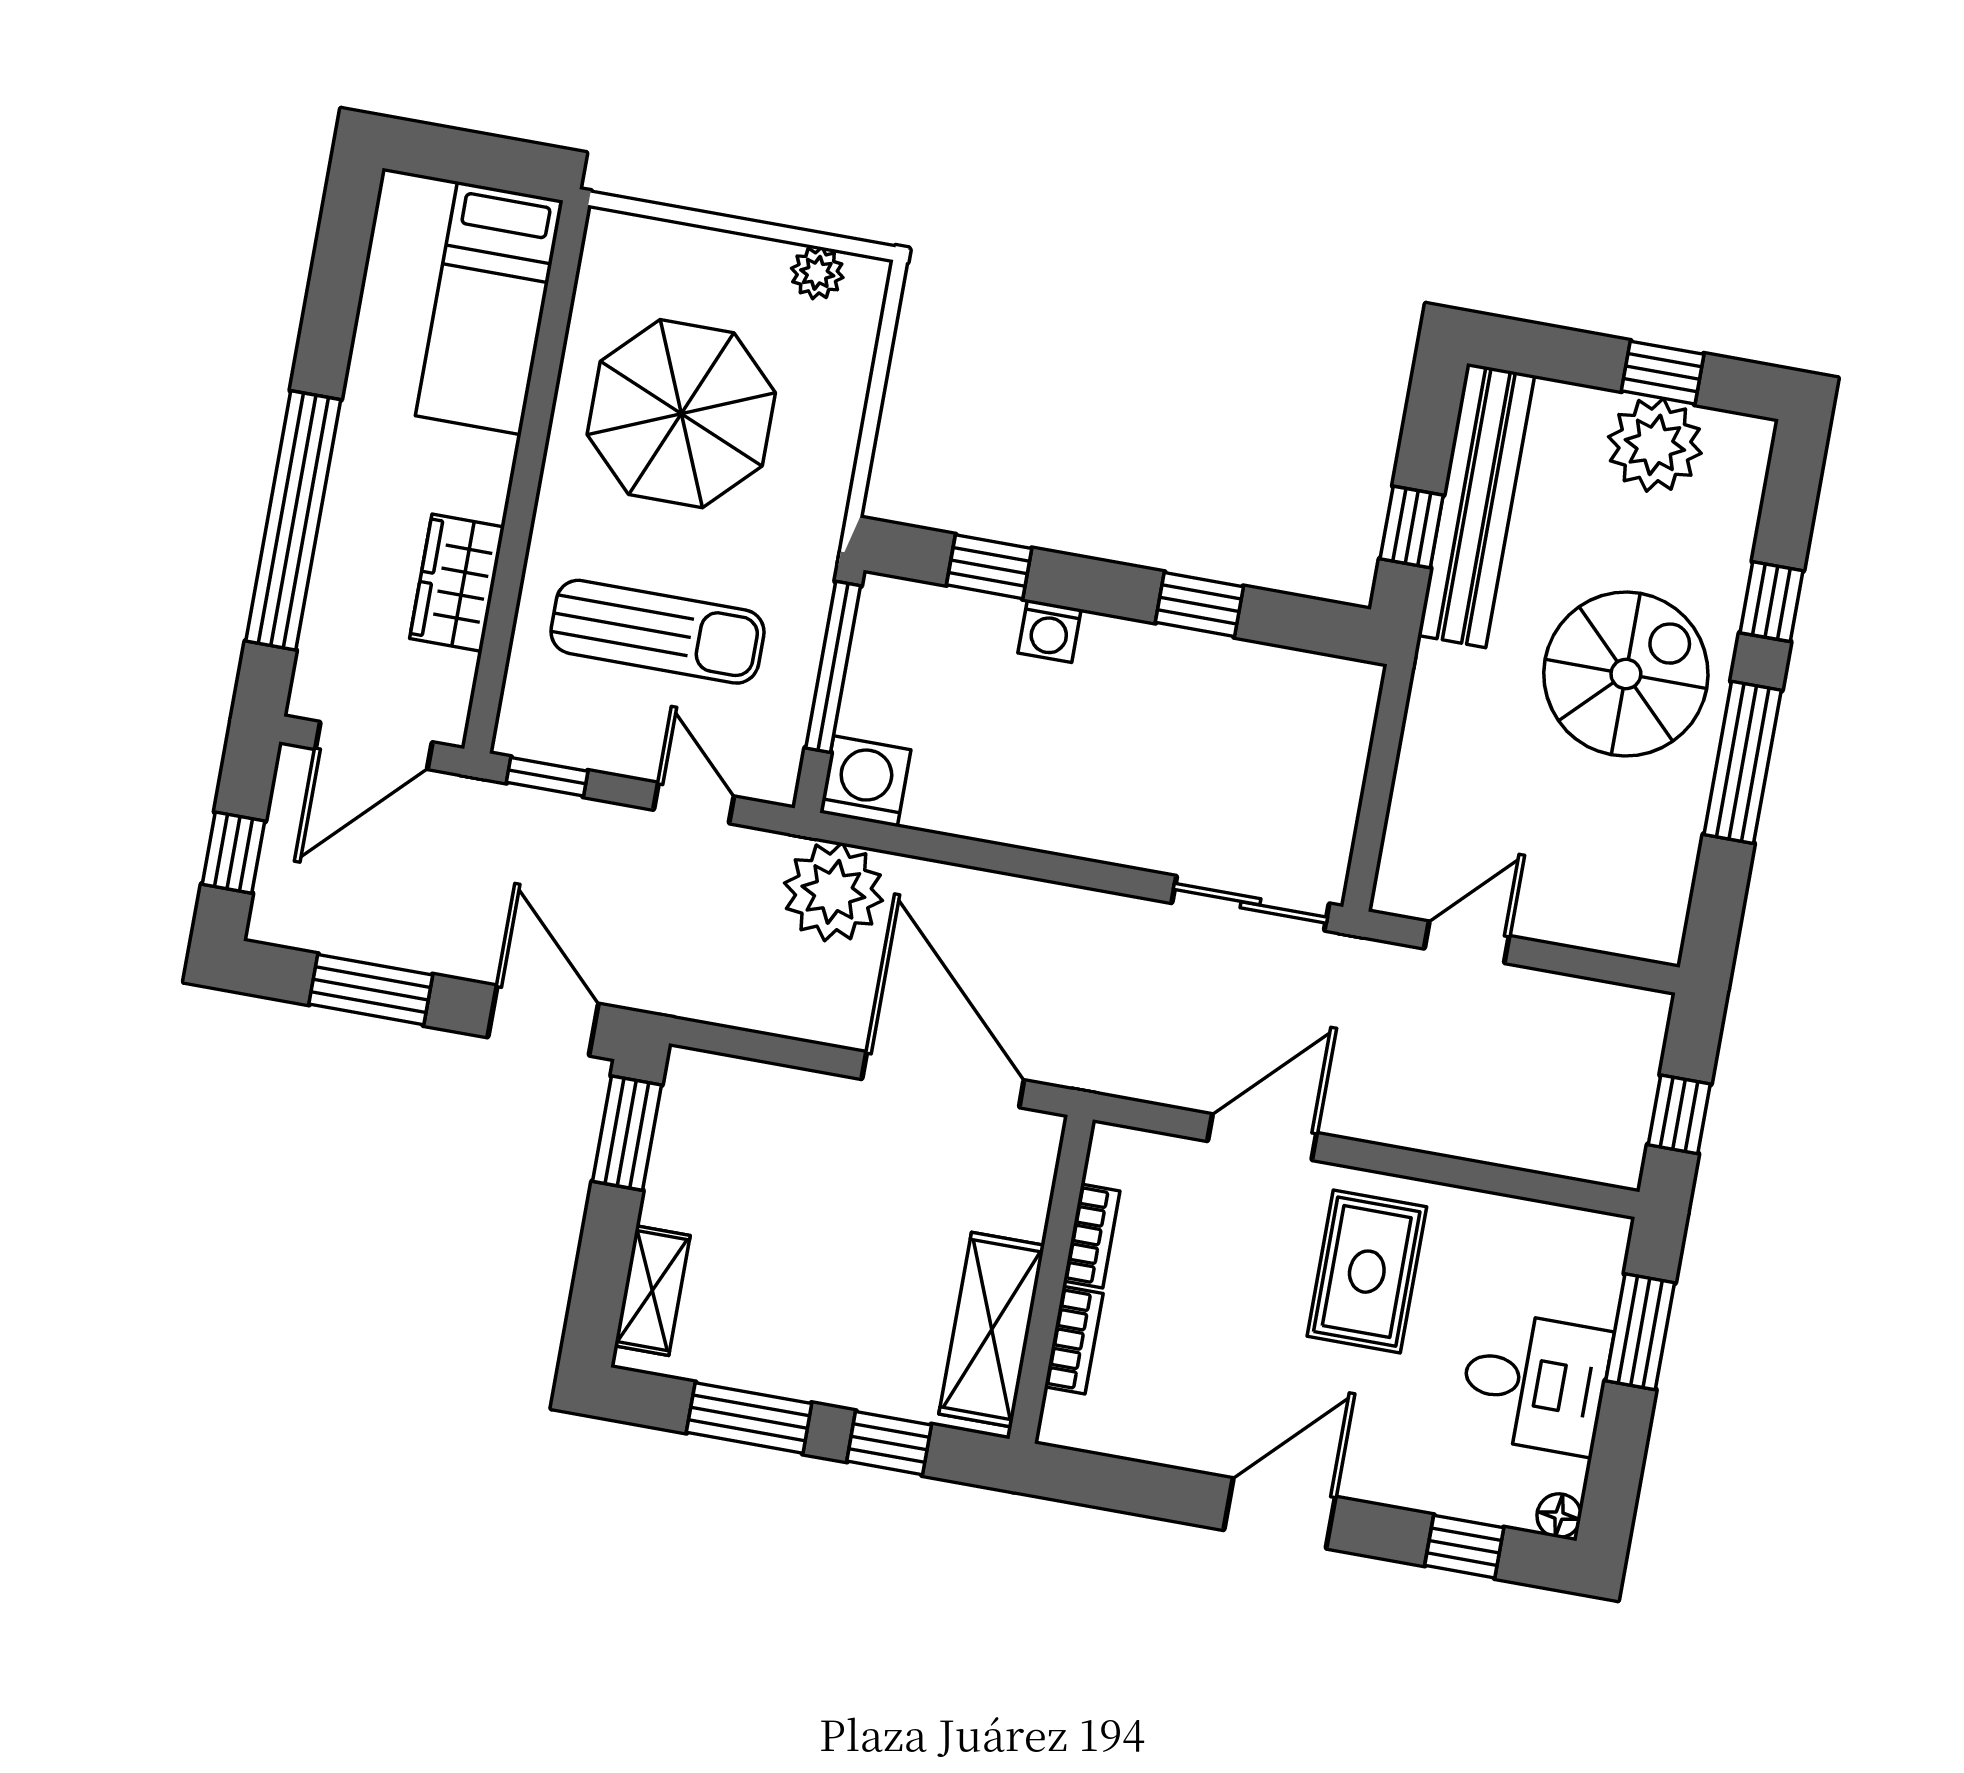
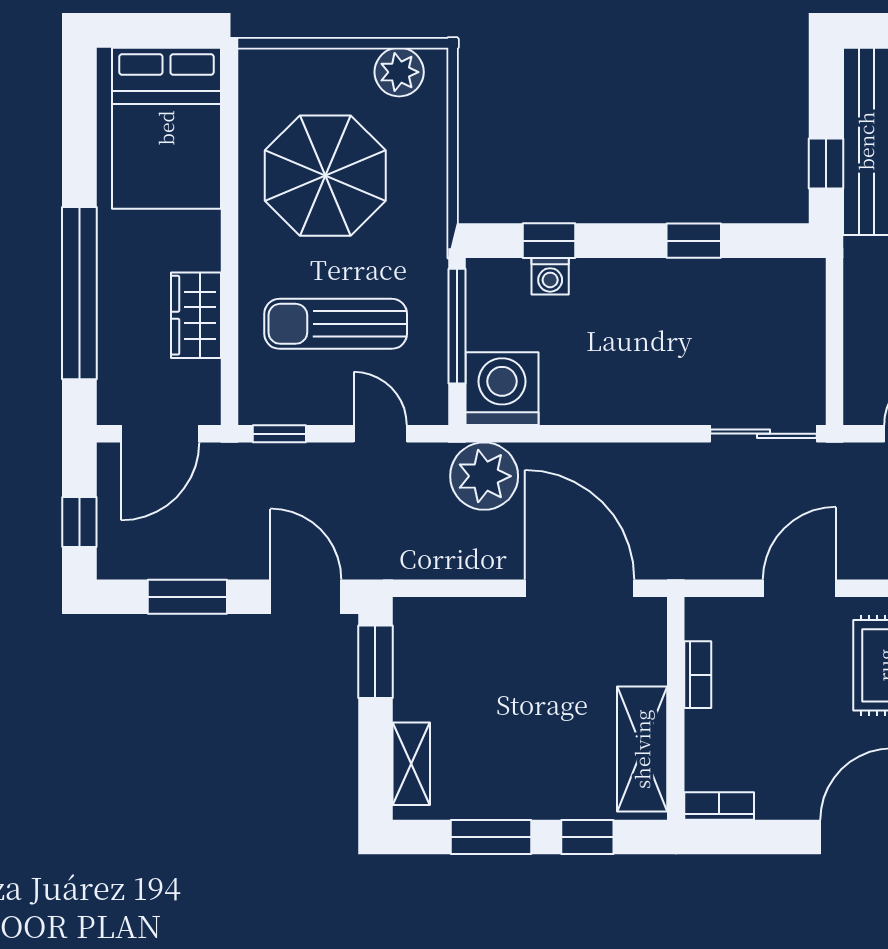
plant: (817, 273) -> (399, 72), width x1.38, depth x1.38
bed: (489, 308) -> (166, 128), width x1.50
washing machine: (1050, 631) -> (550, 276), moved
sun lounger: (657, 632) -> (336, 324), turned 180
washing machine: (865, 781) -> (502, 389), width x1.37, depth x1.37
bookcase: (1074, 1340) -> (719, 806), moved, turned -90

